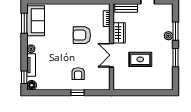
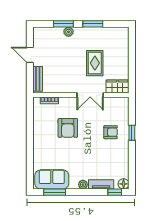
wardrobe: (119, 33) -> (117, 87), moved

